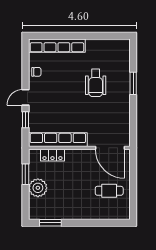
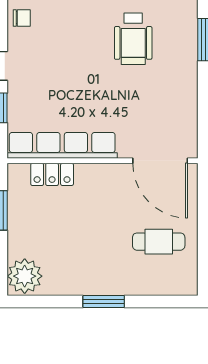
plant: (38, 188) -> (25, 276), moved
window: (50, 223) -> (104, 301), moved

